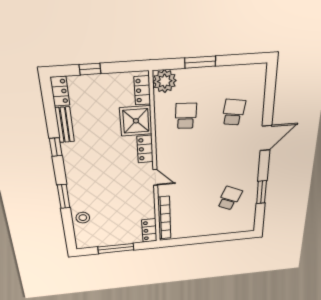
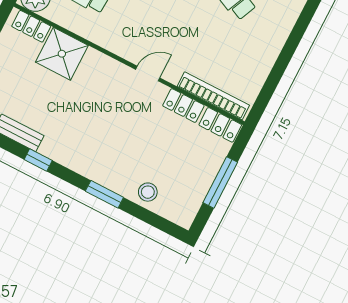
locker: (145, 149) -> (183, 106), moved

